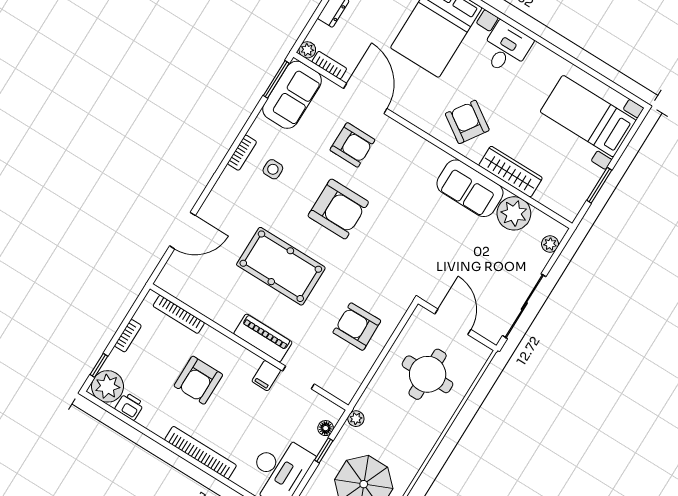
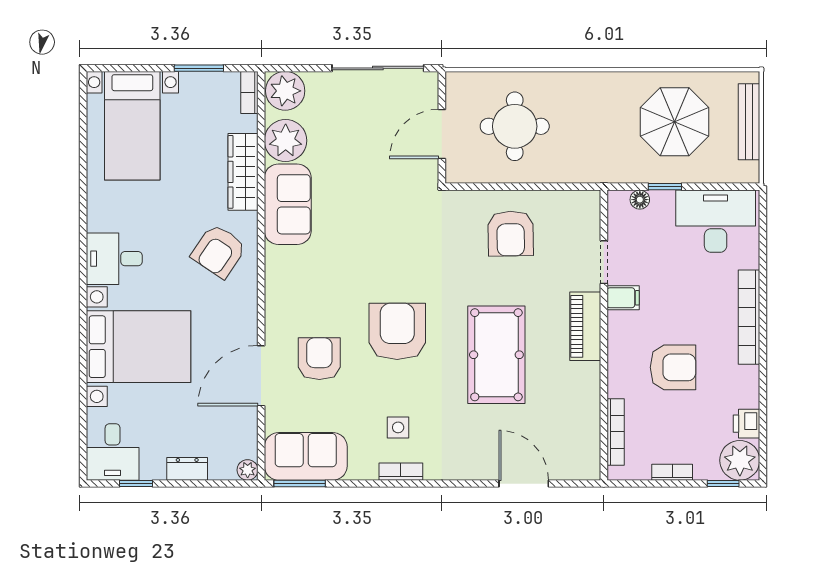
bookcase: (329, 65) -> (249, 92), moved
plant: (550, 244) -> (285, 91), width x1.87, depth x1.87
plant: (356, 419) -> (610, 173), removed

